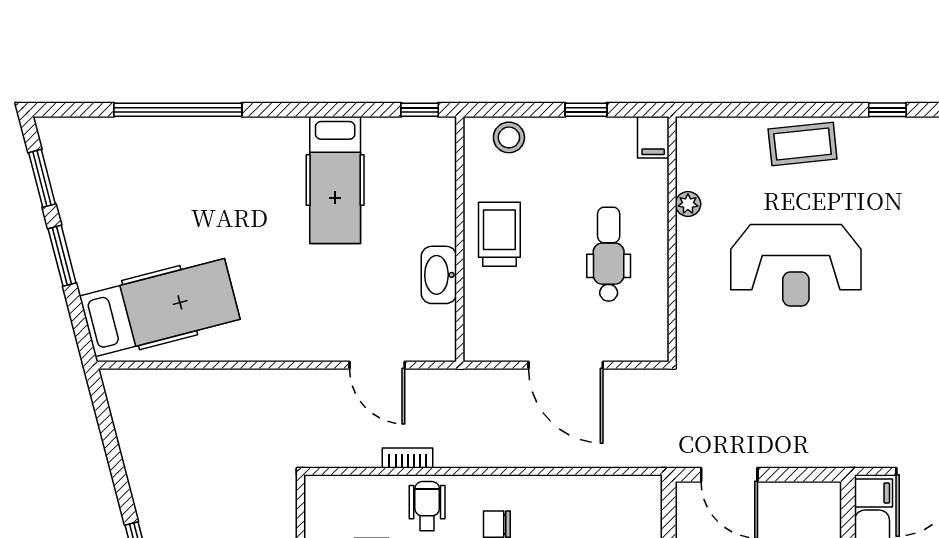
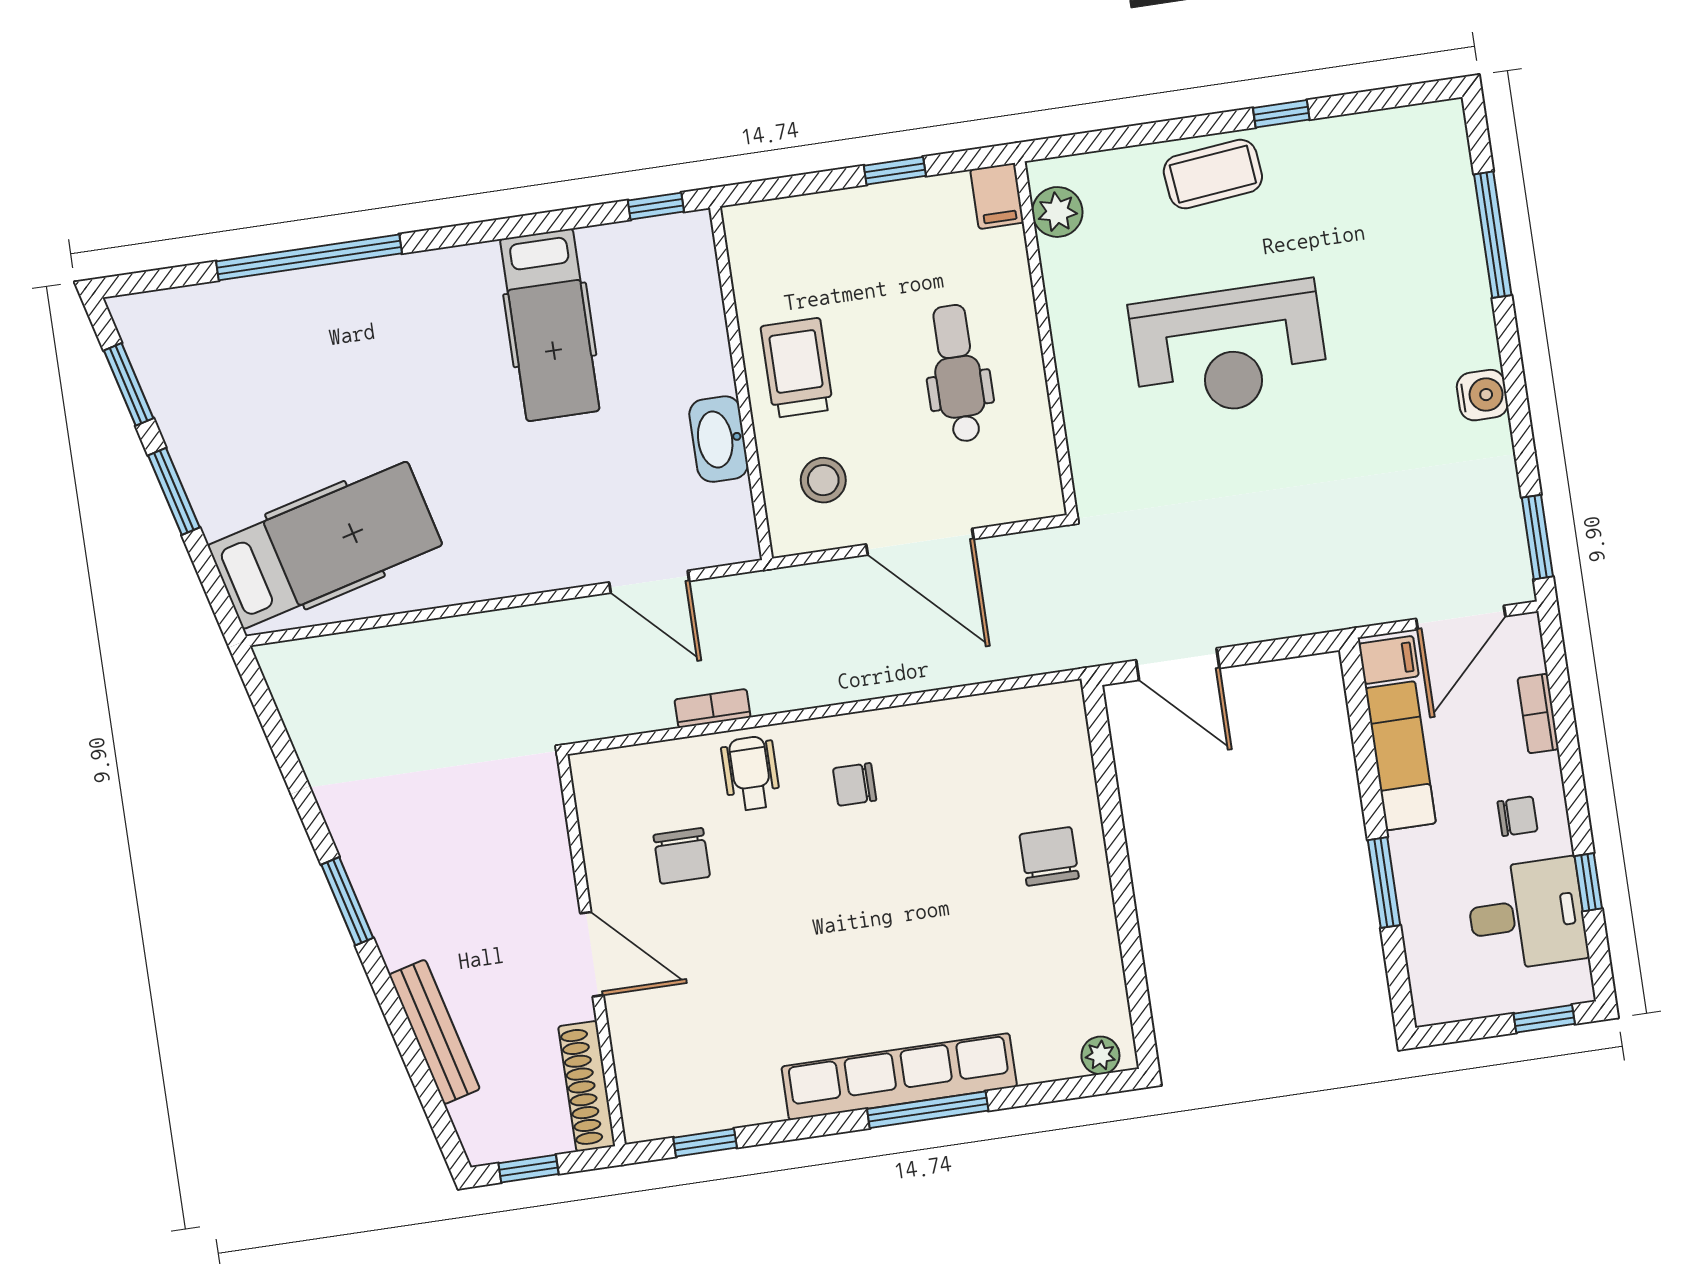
window: (887, 110) -> (1281, 114), moved
stool: (509, 137) -> (823, 480), moved
plant: (688, 204) -> (1057, 212), moved, width x1.38, depth x1.38

